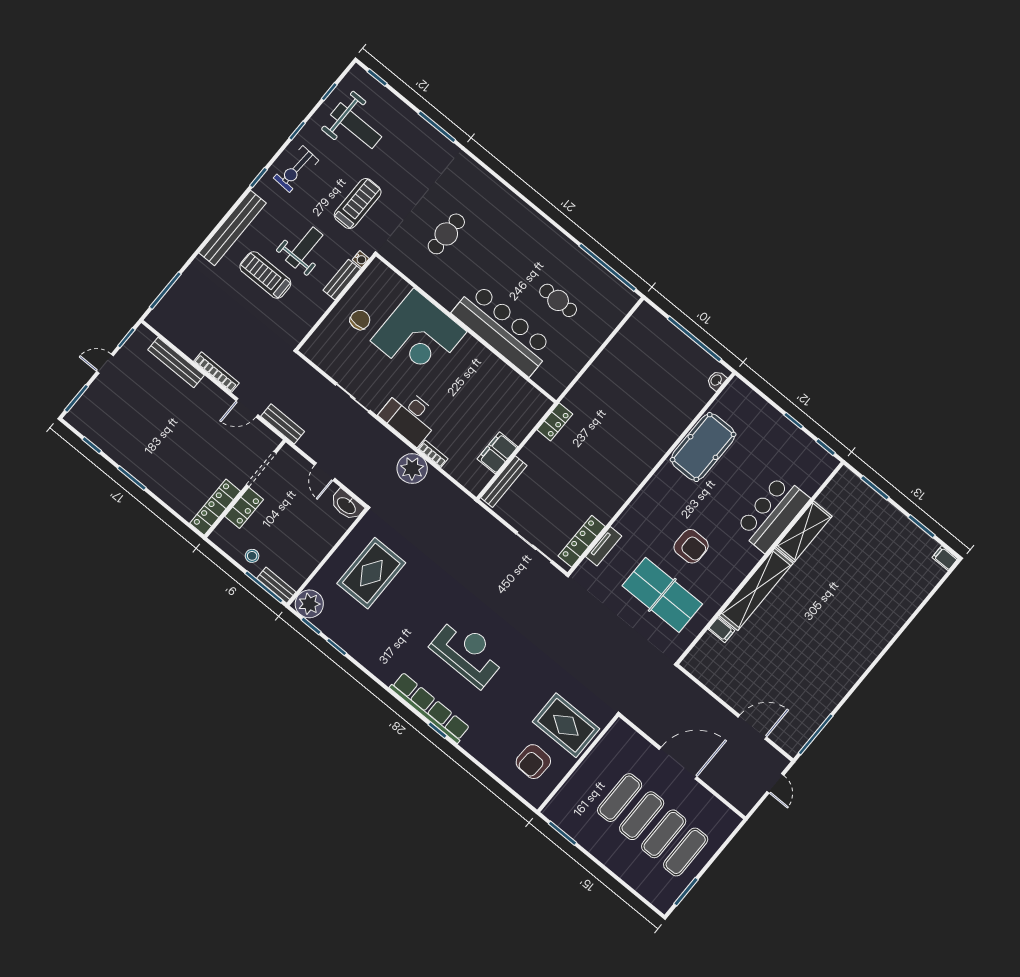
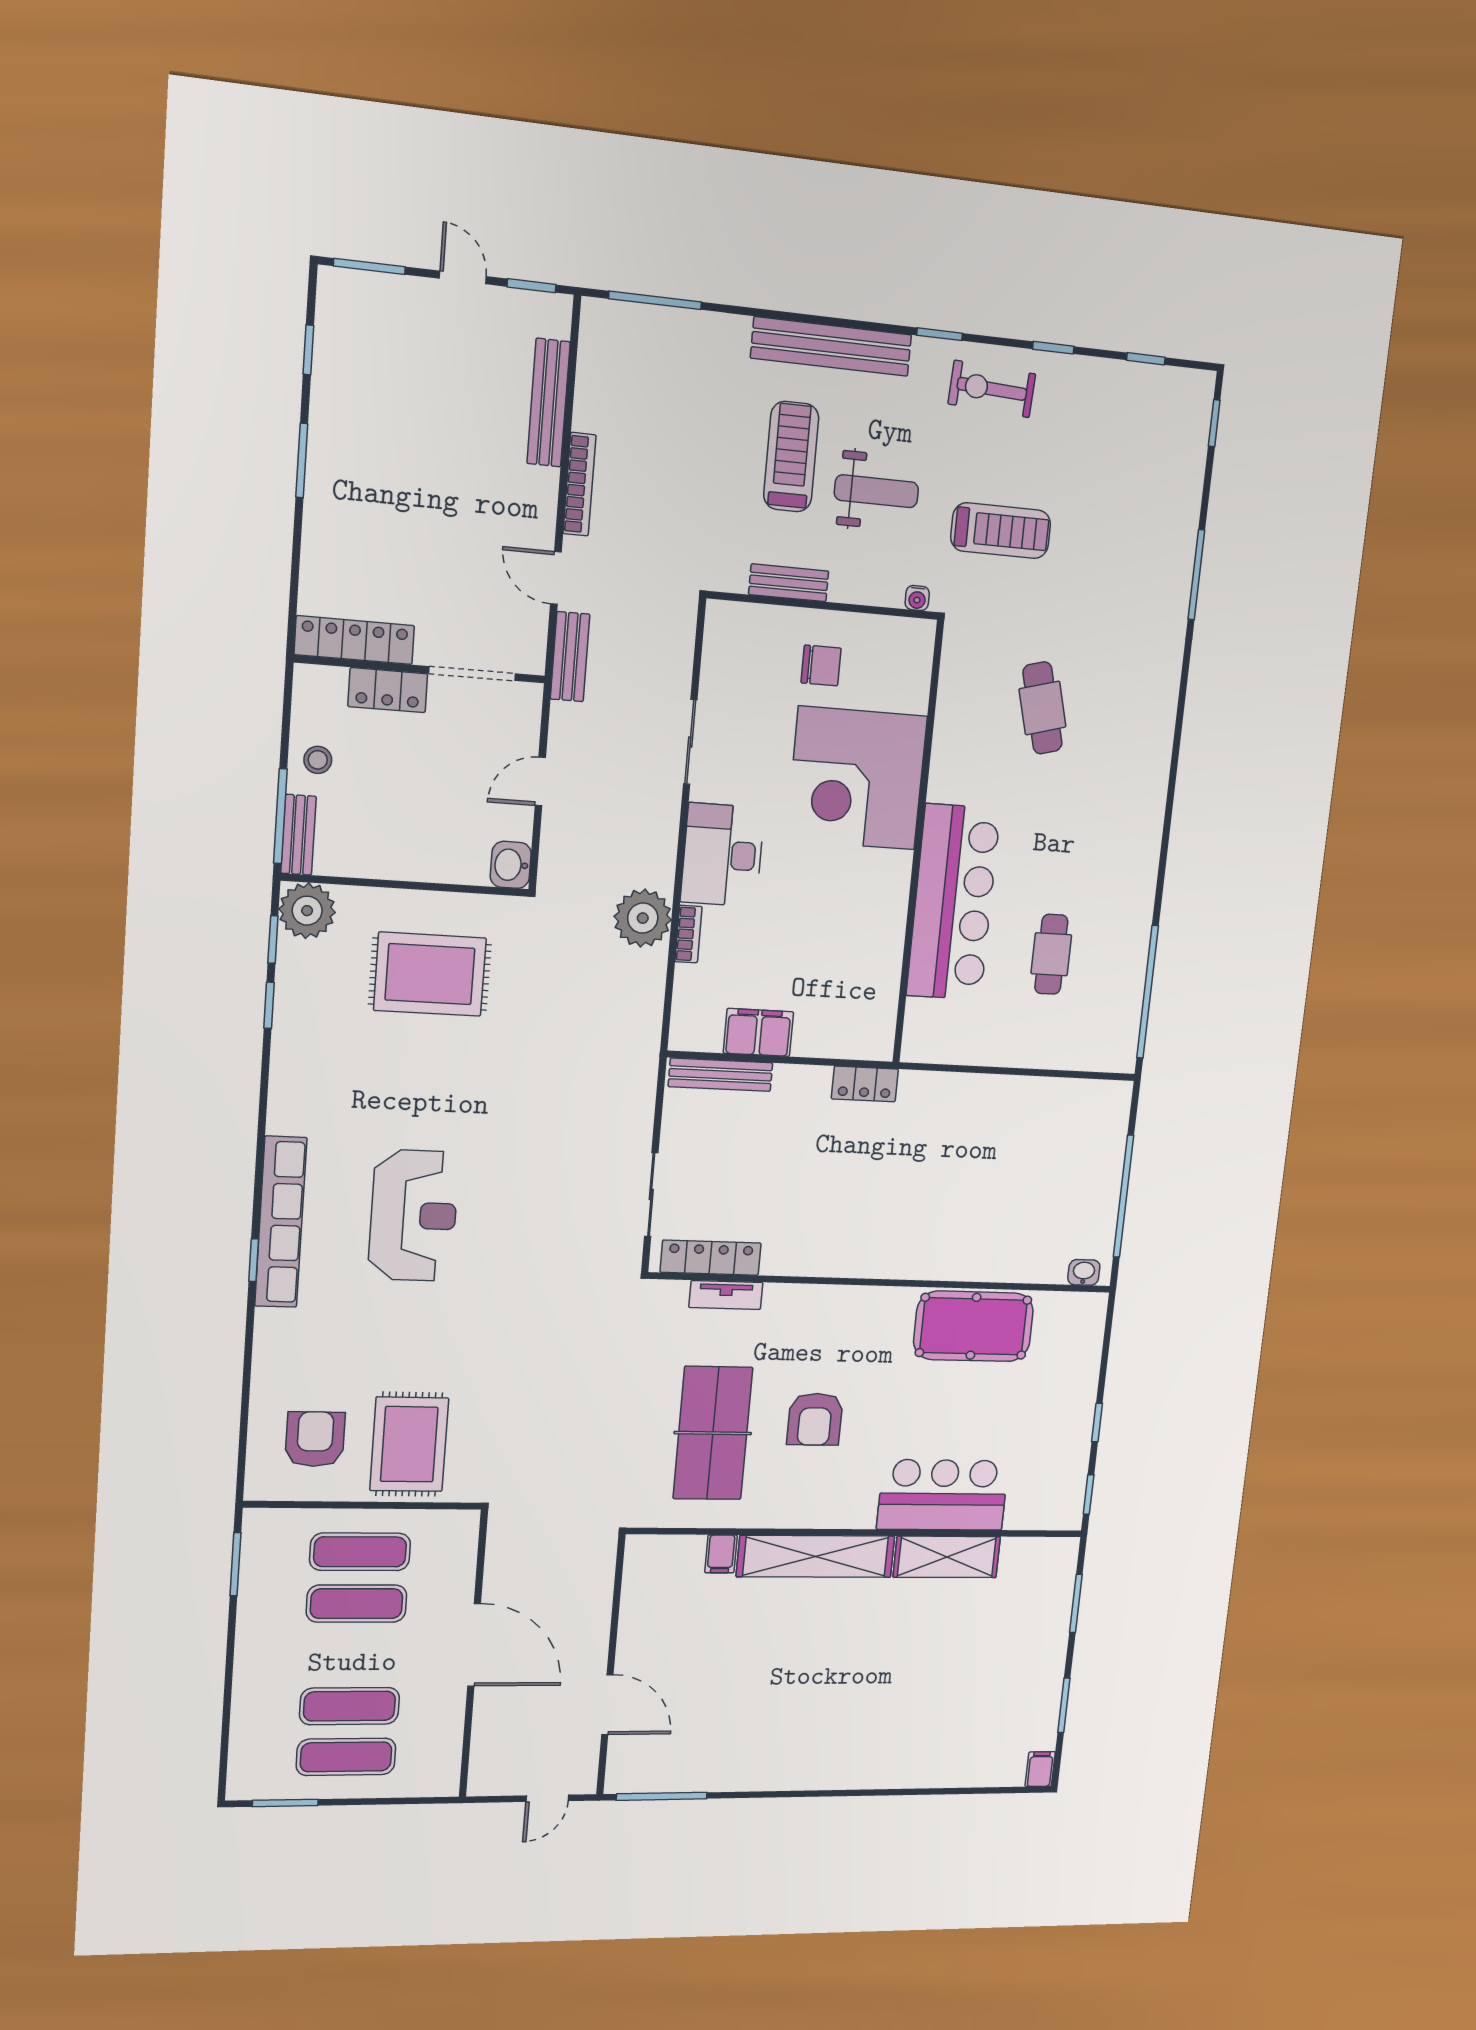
weight bench: (356, 126) -> (1120, 442), removed
cafe table: (446, 234) -> (1042, 708), turned 75
bench: (342, 280) -> (789, 583), moved
washbasin: (347, 505) -> (511, 865), width x0.72
armchair: (533, 762) -> (315, 1439), turned 88
exercise mat: (642, 816) -> (360, 1552), moved

